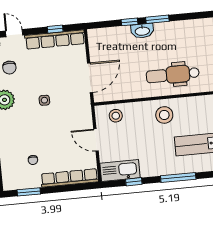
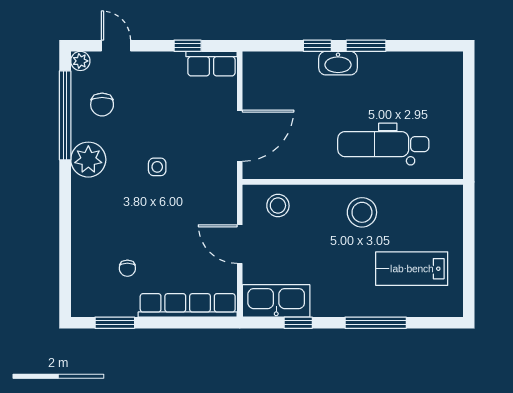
row of seats: (55, 39) -> (211, 64), width x0.50

